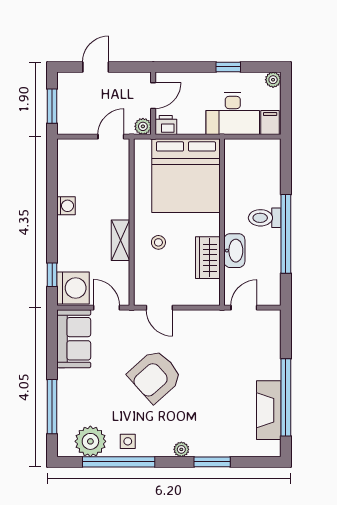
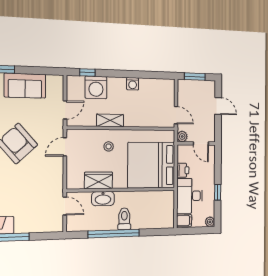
printer: (166, 125) -> (183, 170), moved
washing machine: (73, 288) -> (96, 87), moved
sofa: (74, 339) -> (25, 86), moved

